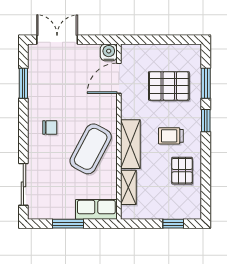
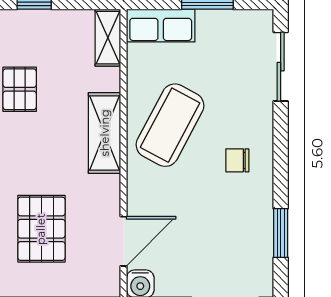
pallet: (169, 86) -> (41, 229), turned 90
trolley: (171, 136) -> (38, 147), removed
shelving: (128, 187) -> (108, 38), moved

